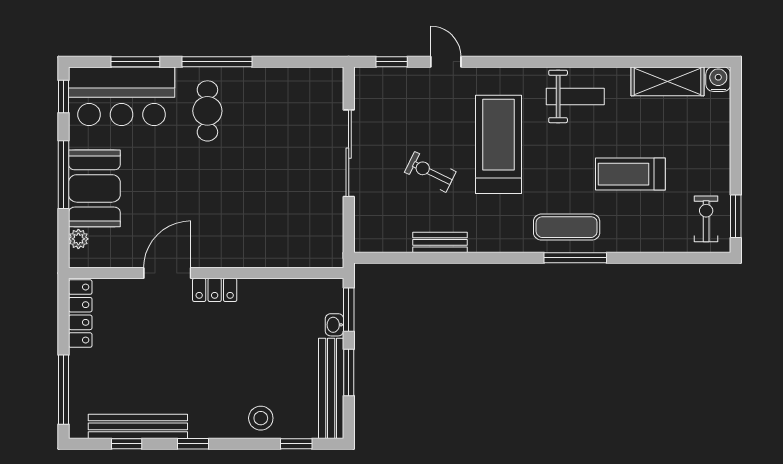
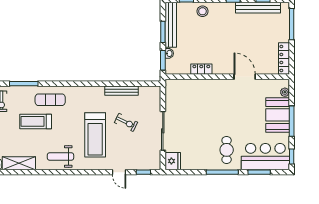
fridge: (327, 86) -> (173, 161), added
treadmill: (630, 174) -> (36, 121), turned 180
exercise mat: (567, 227) -> (50, 100), moved
bench: (440, 242) -> (122, 91), width x1.36
window: (575, 258) -> (24, 84), moved
door: (167, 273) -> (245, 77), swing flipped
locker: (215, 290) -> (201, 69), moved

